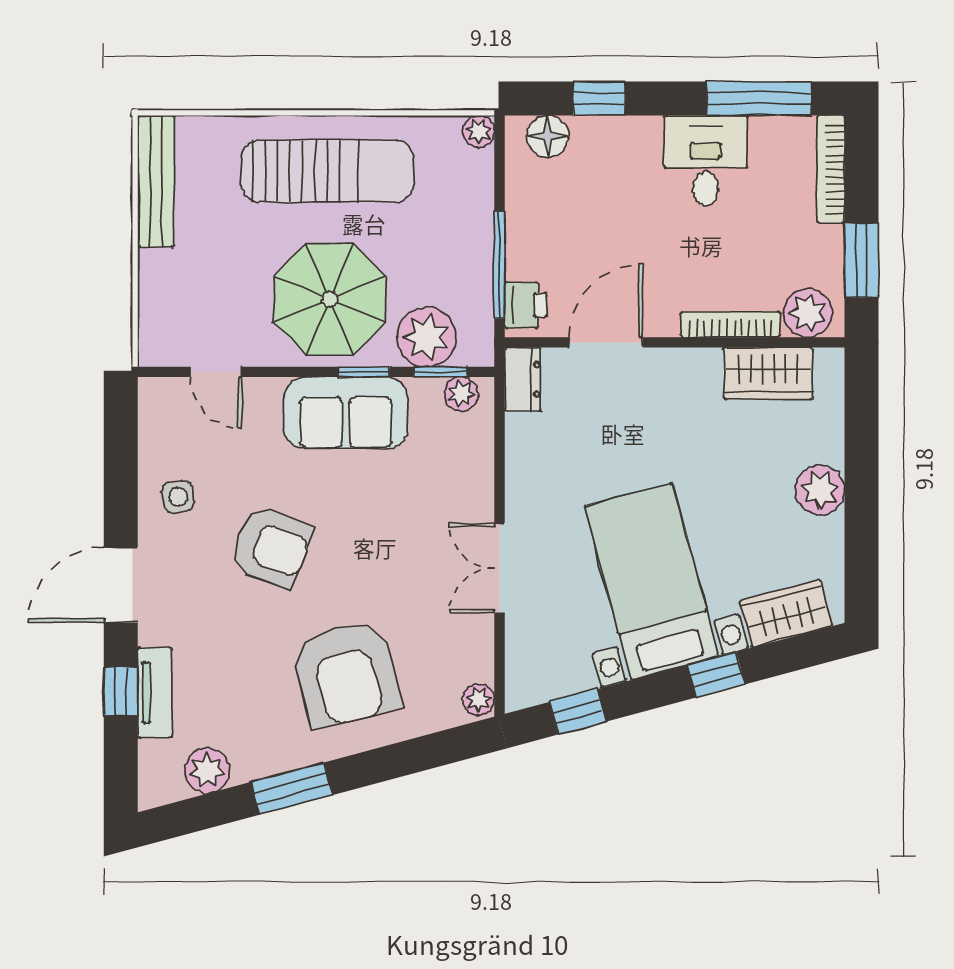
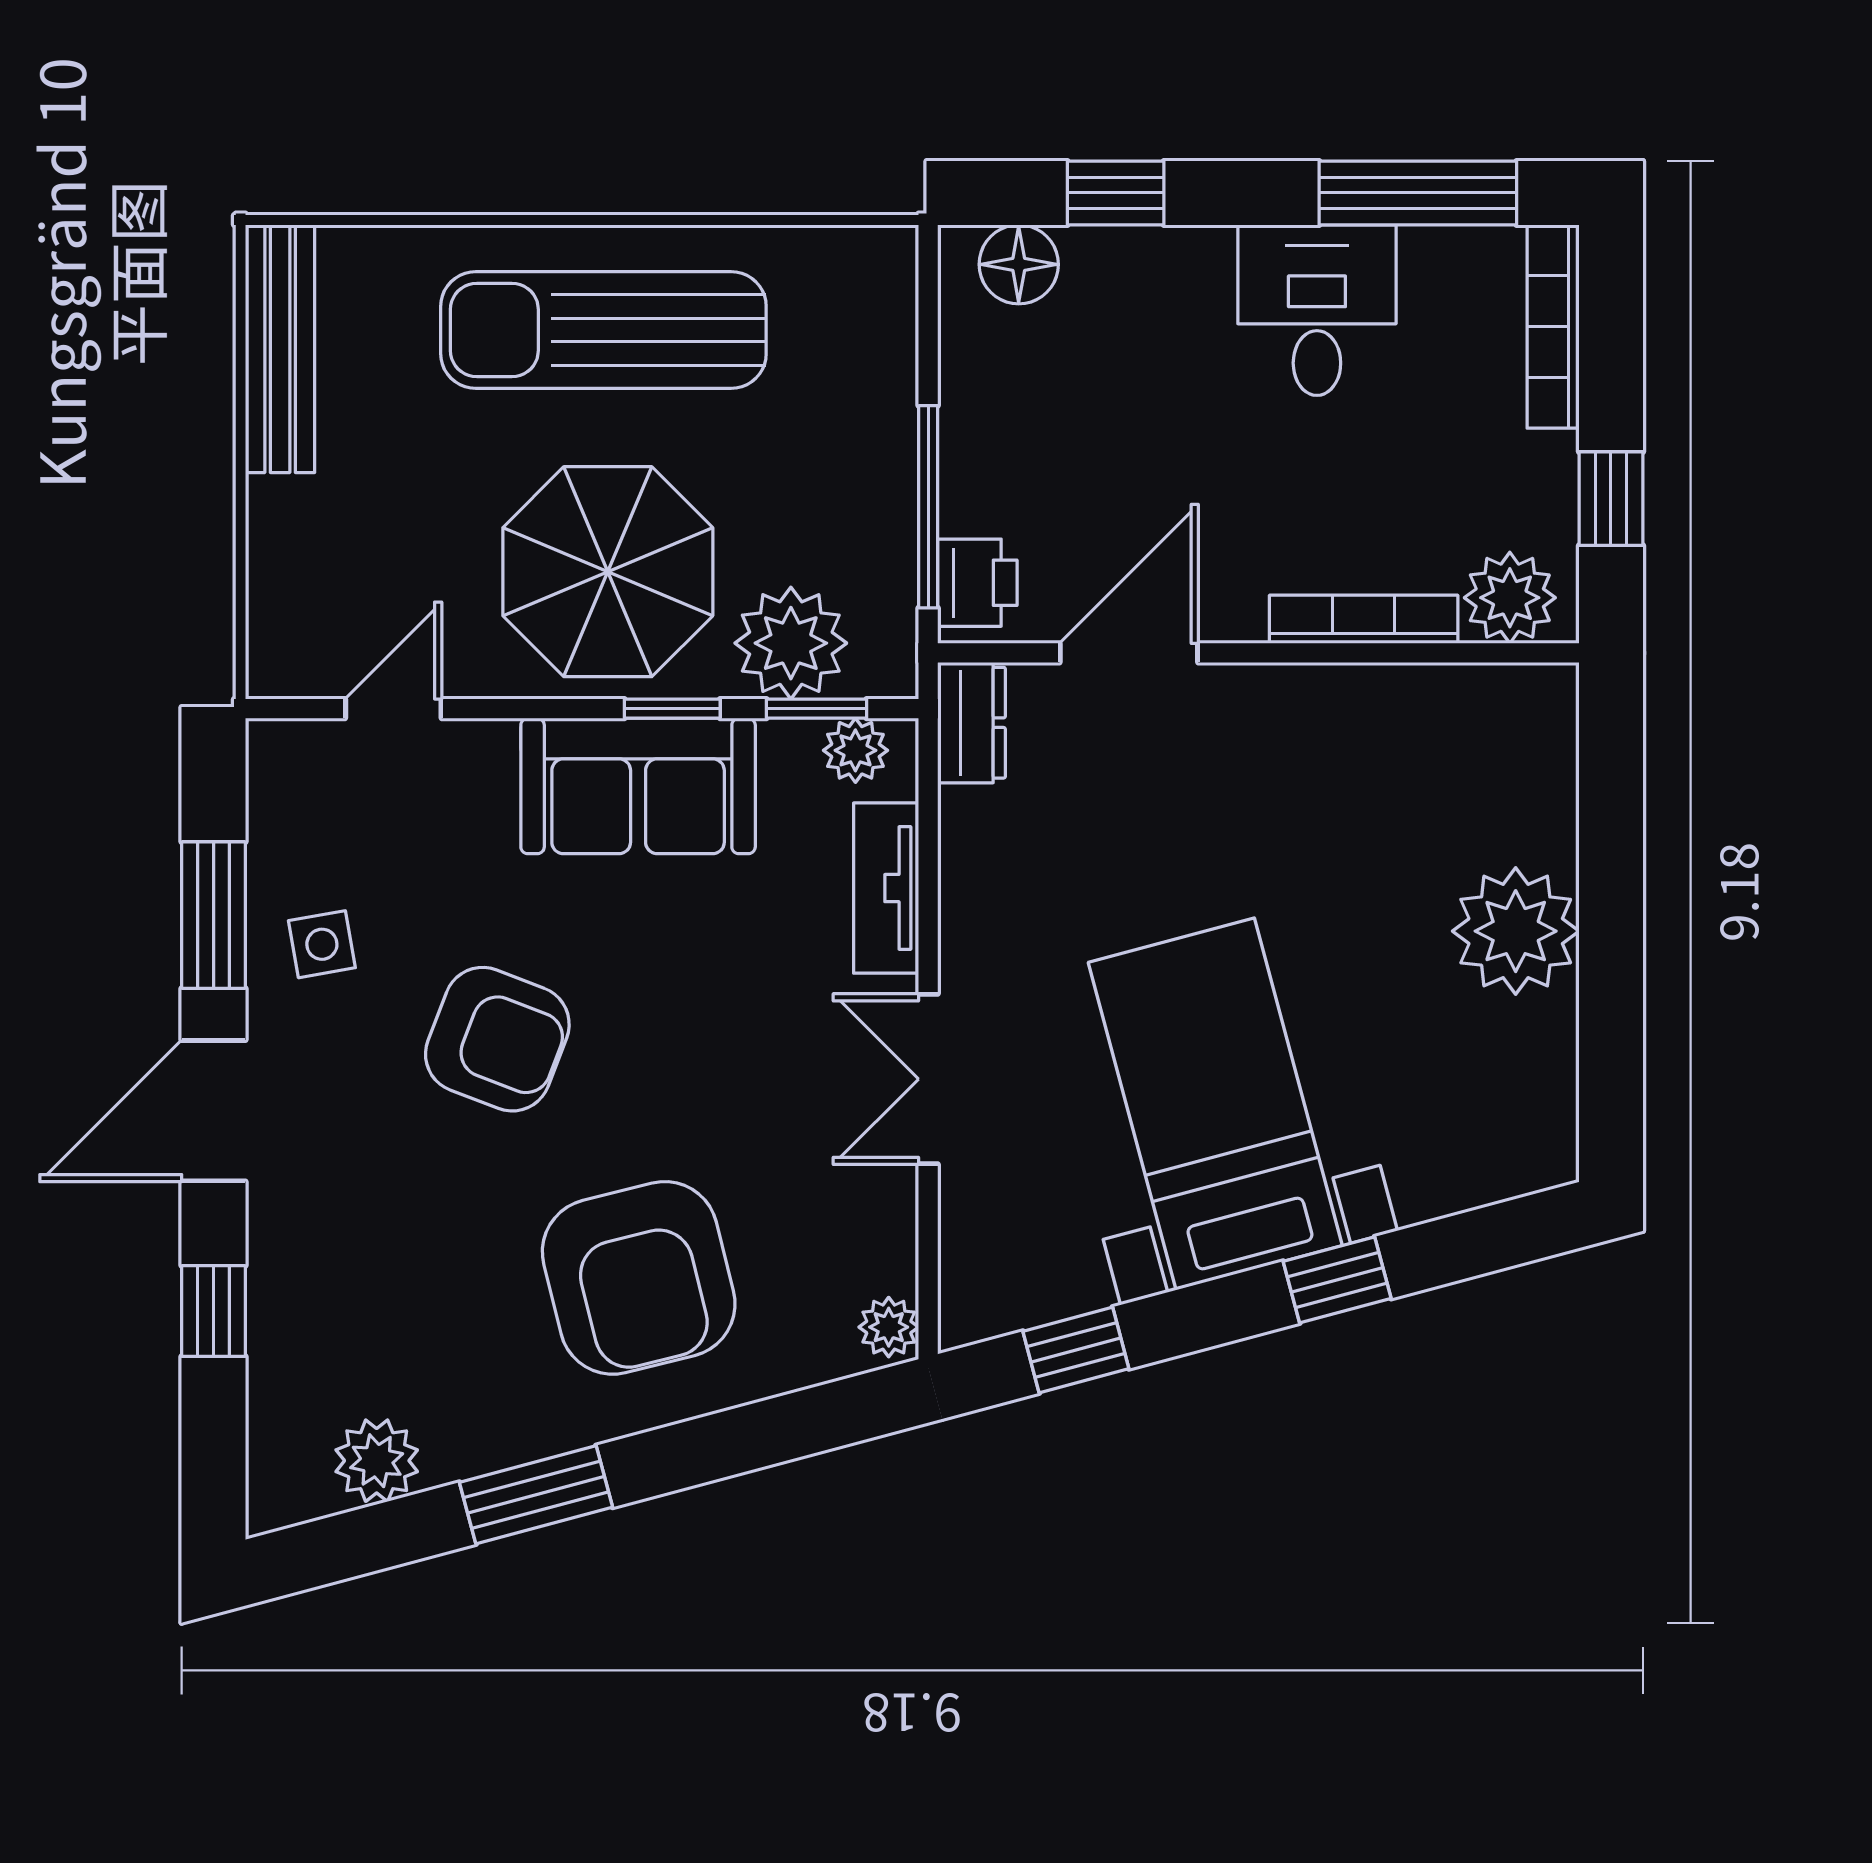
plant: (479, 131) -> (889, 255), removed
sun lounger: (327, 171) -> (603, 330), turned 180
window: (861, 260) -> (1611, 499), width x0.67
door: (216, 372) -> (393, 709), swing flipped
wardrobe: (768, 373) -> (1435, 711), removed
window: (121, 481) -> (214, 915), added
plant: (820, 490) -> (1516, 931), width x1.36, depth x1.36
wardrobe: (786, 613) -> (1468, 1164), removed
tv unit: (155, 693) -> (886, 888), moved, turned 180

